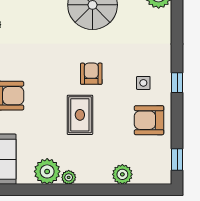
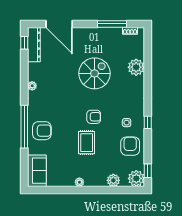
armchair: (91, 74) -> (94, 117), turned 90
armchair: (149, 120) -> (130, 146), turned 90
plant: (47, 171) -> (136, 178), moved

